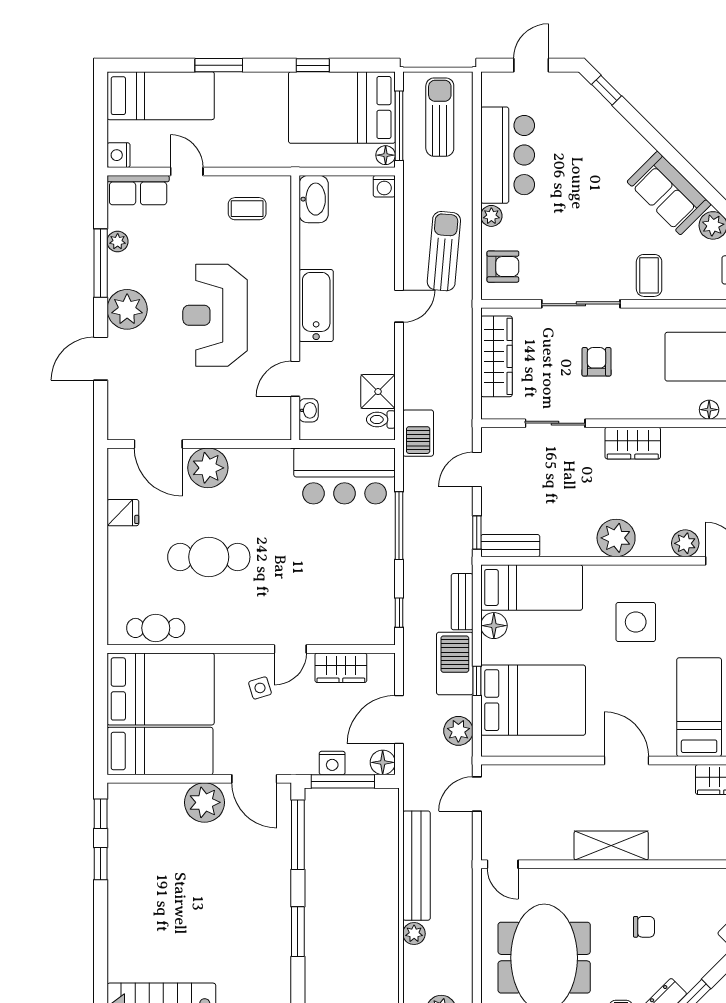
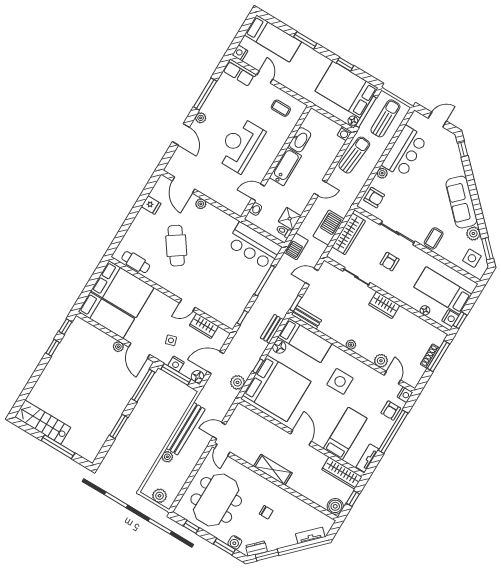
sofa: (669, 193) -> (461, 202), width x1.36
washbasin: (314, 199) -> (300, 140), moved
plant: (118, 241) -> (218, 89), removed
sun lounger: (444, 251) -> (354, 155), moved
plant: (127, 309) -> (201, 118), width x0.53, depth x0.53
door: (101, 359) -> (181, 134), swing flipped
armchair: (596, 362) -> (390, 262), turned 180
plant: (208, 468) -> (201, 204), width x0.53, depth x0.53
plant: (616, 538) -> (351, 345), width x0.53, depth x0.53
cafe table: (209, 557) -> (176, 246), turned 55
barbecue: (455, 663) -> (328, 228), moved
side table: (260, 688) -> (171, 340), moved
bed: (533, 700) -> (277, 388), width x1.36
door: (477, 794) -> (219, 431), moved
plant: (205, 802) -> (118, 347), width x0.53, depth x0.53

